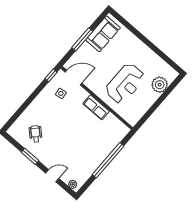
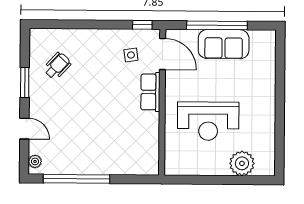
sofa: (103, 34) -> (224, 44), moved
window: (82, 39) -> (217, 25), width x1.46
row of seats: (96, 107) -> (150, 92), moved
window: (108, 160) -> (76, 179), moved

